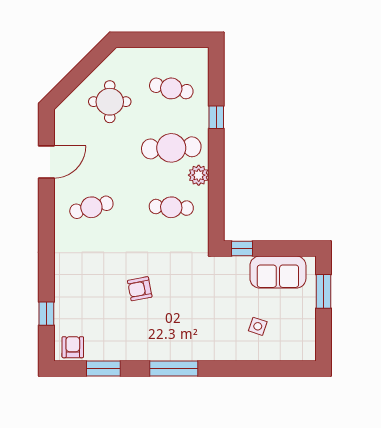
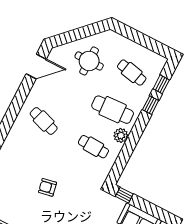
window: (216, 84) -> (161, 84), added
door: (46, 162) -> (36, 66), moved
cafe table: (91, 207) -> (44, 121), turned 33

